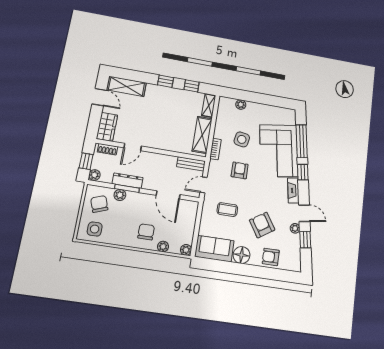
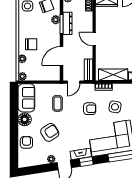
door: (133, 147) -> (94, 39), moved
window: (303, 172) -> (86, 162), moved
door: (204, 185) -> (74, 82), swing flipped
window: (305, 240) -> (44, 168), removed

